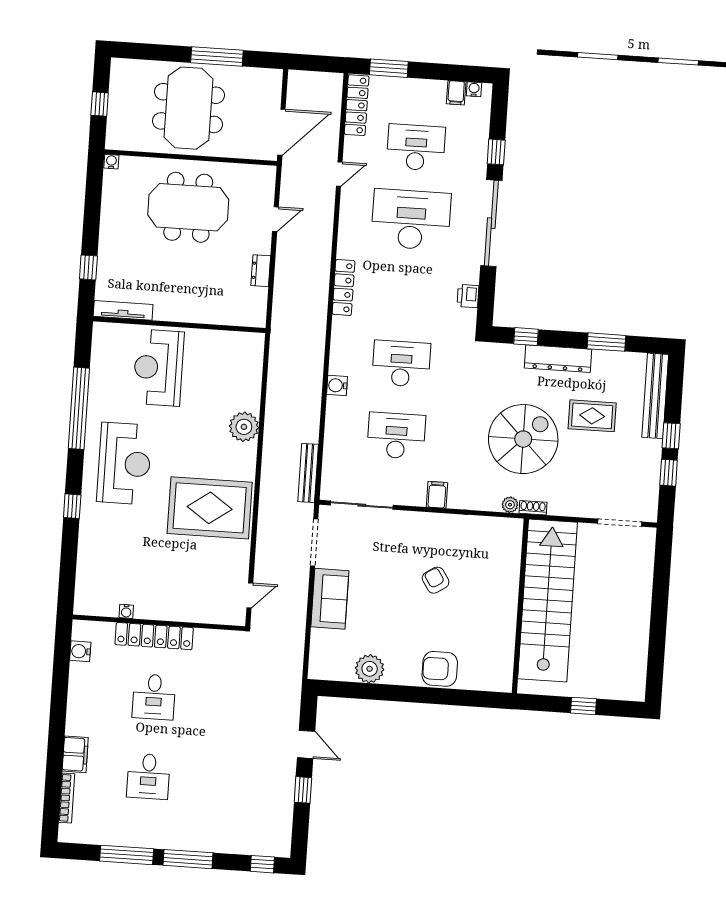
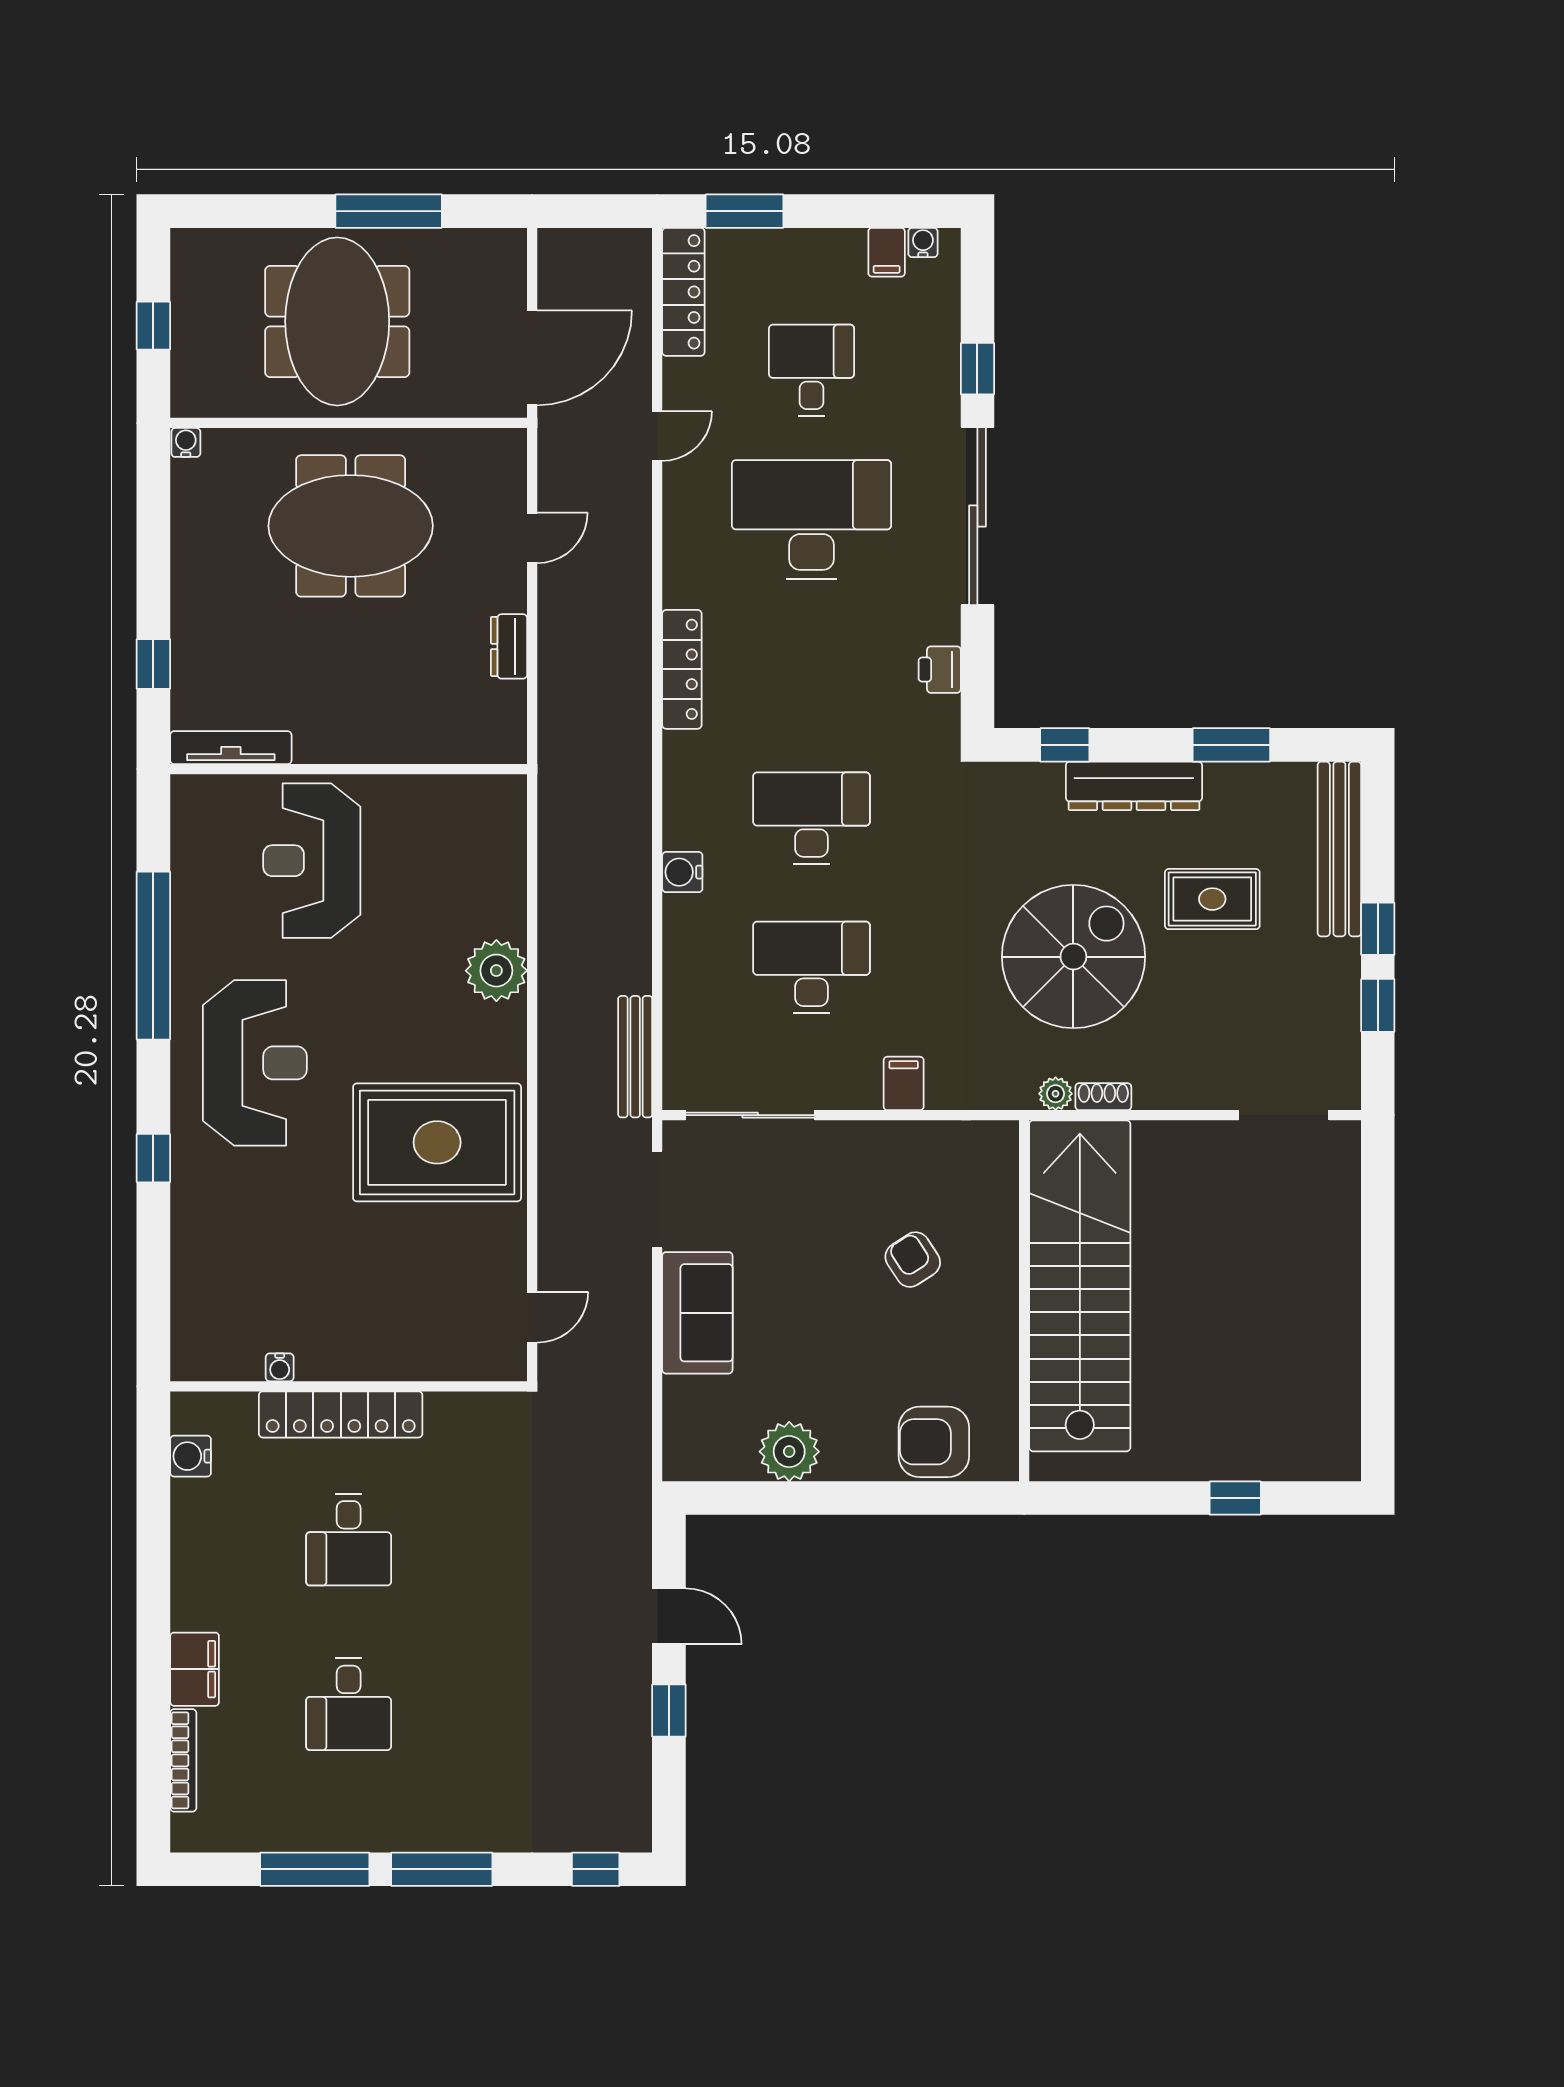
desk: (416, 147) -> (811, 371), width x0.73
stairs: (548, 601) -> (1080, 1286), moved
wall: (520, 606) -> (1024, 1301), moved

